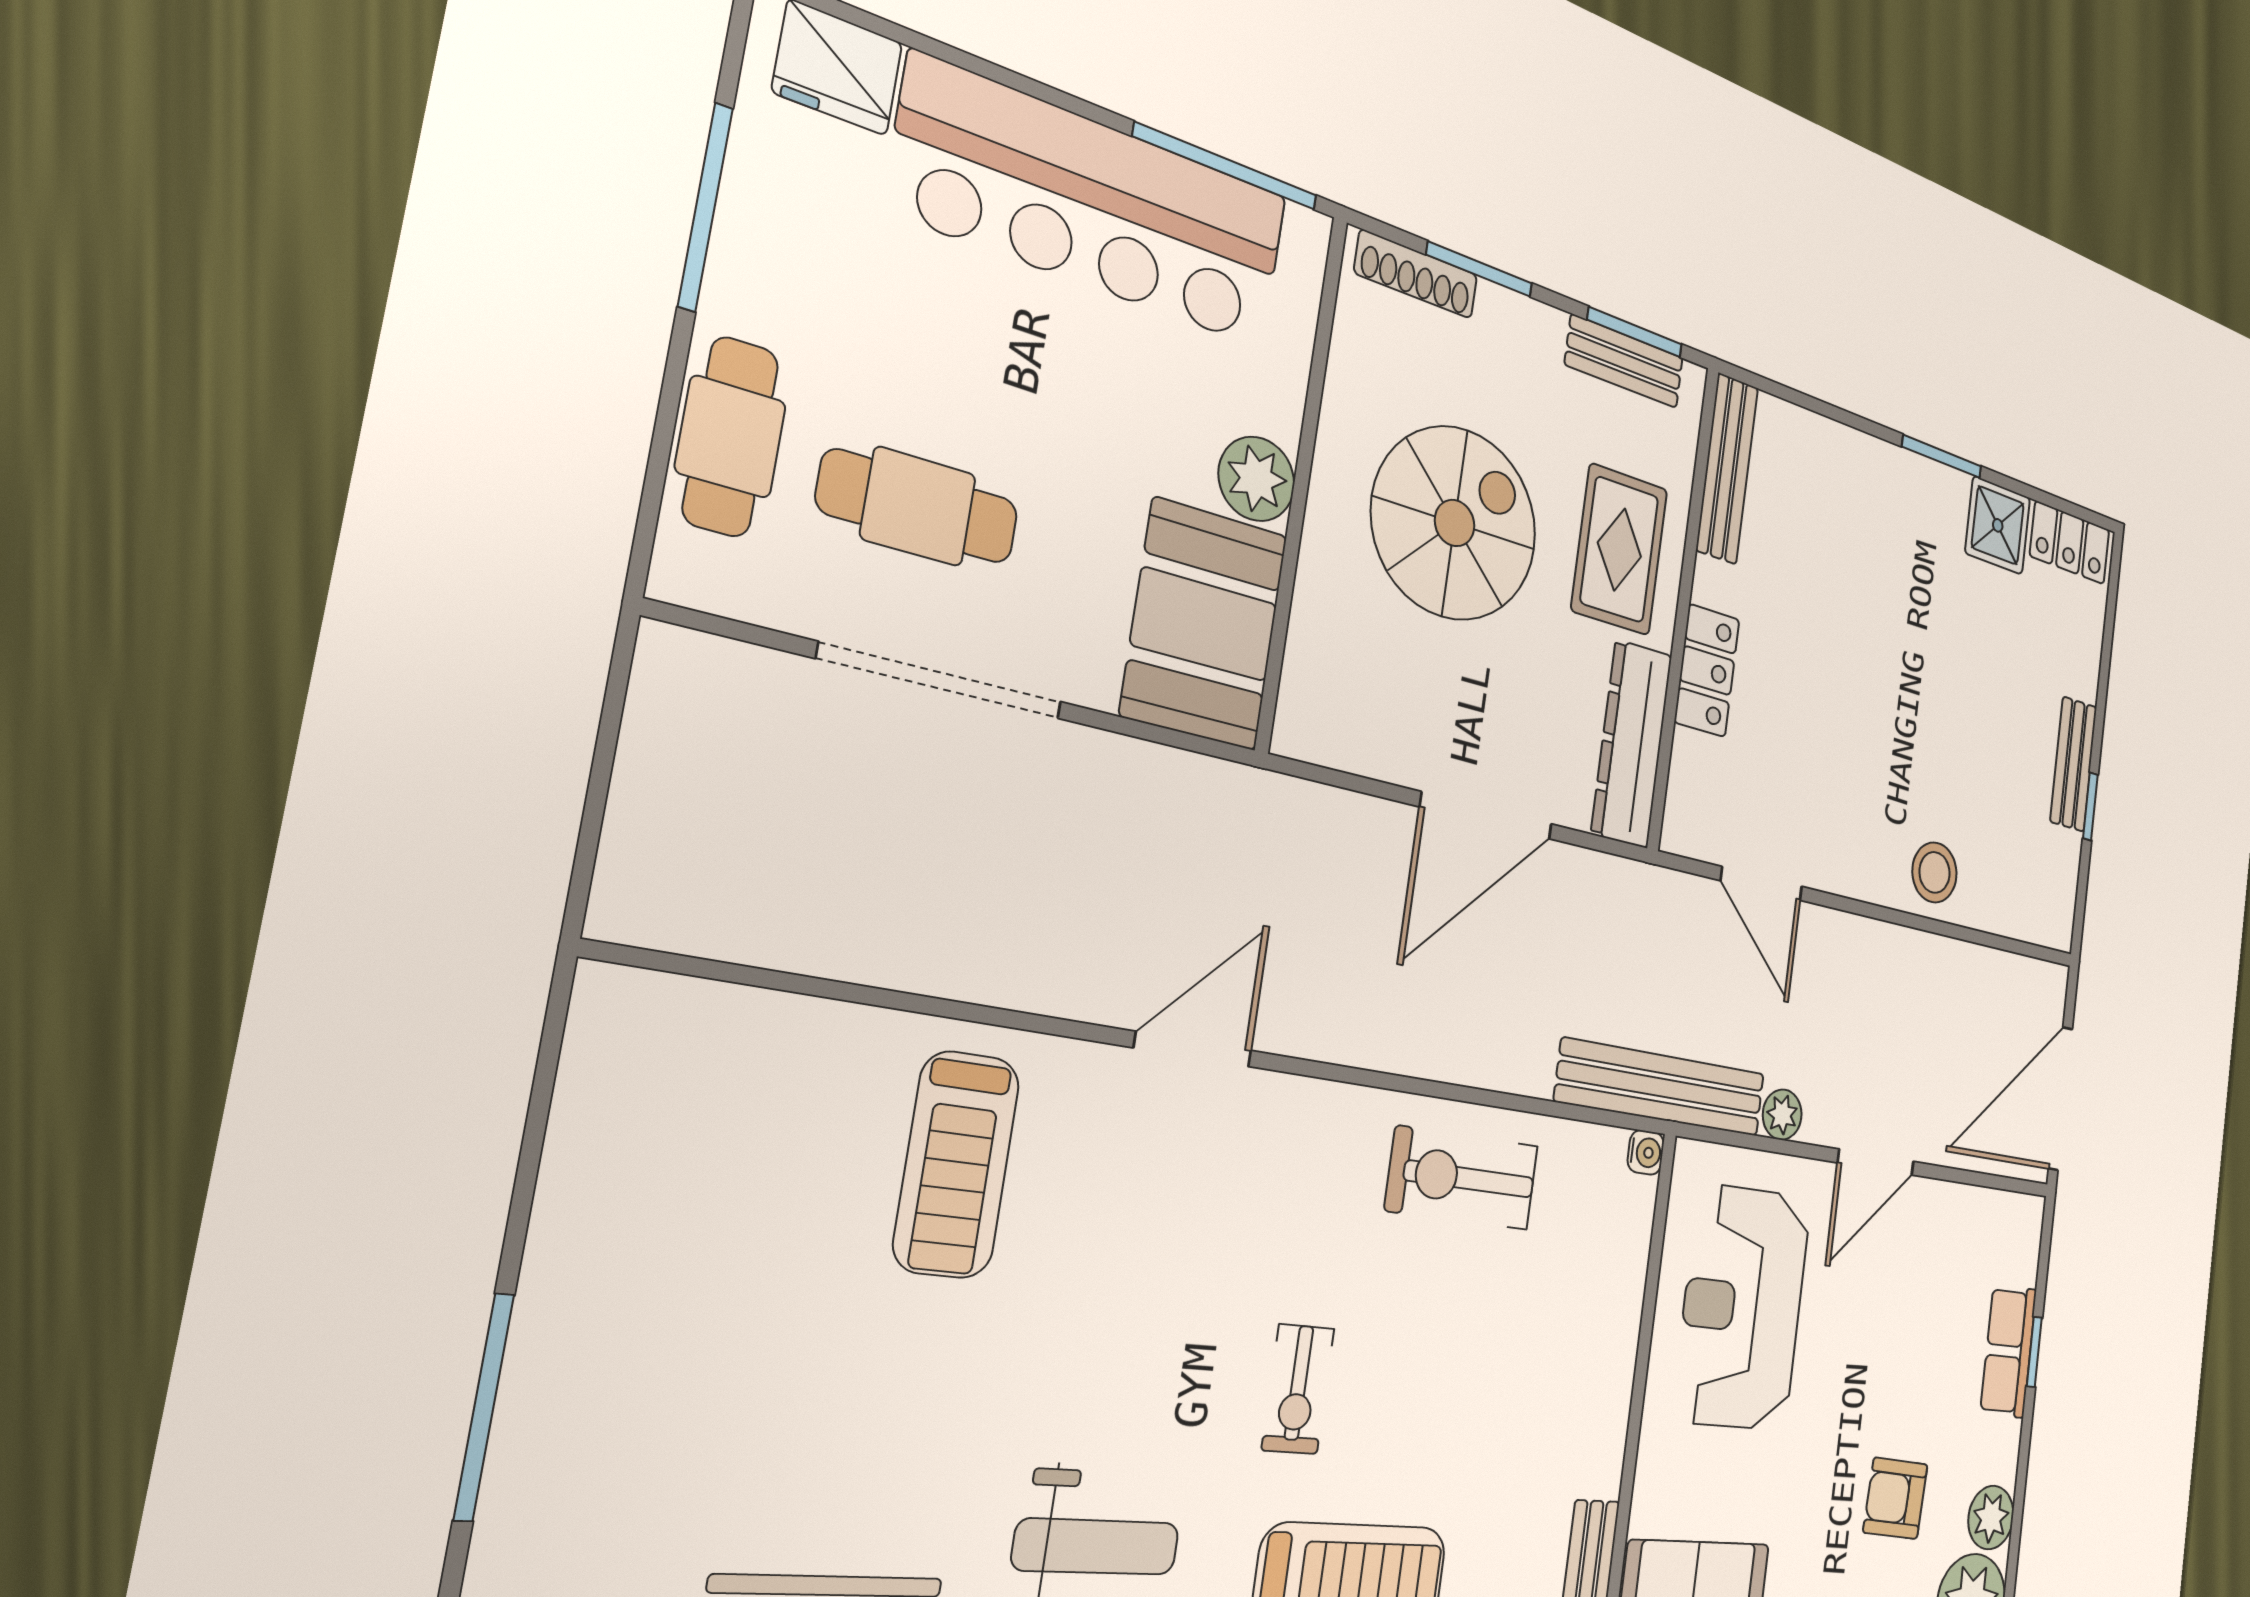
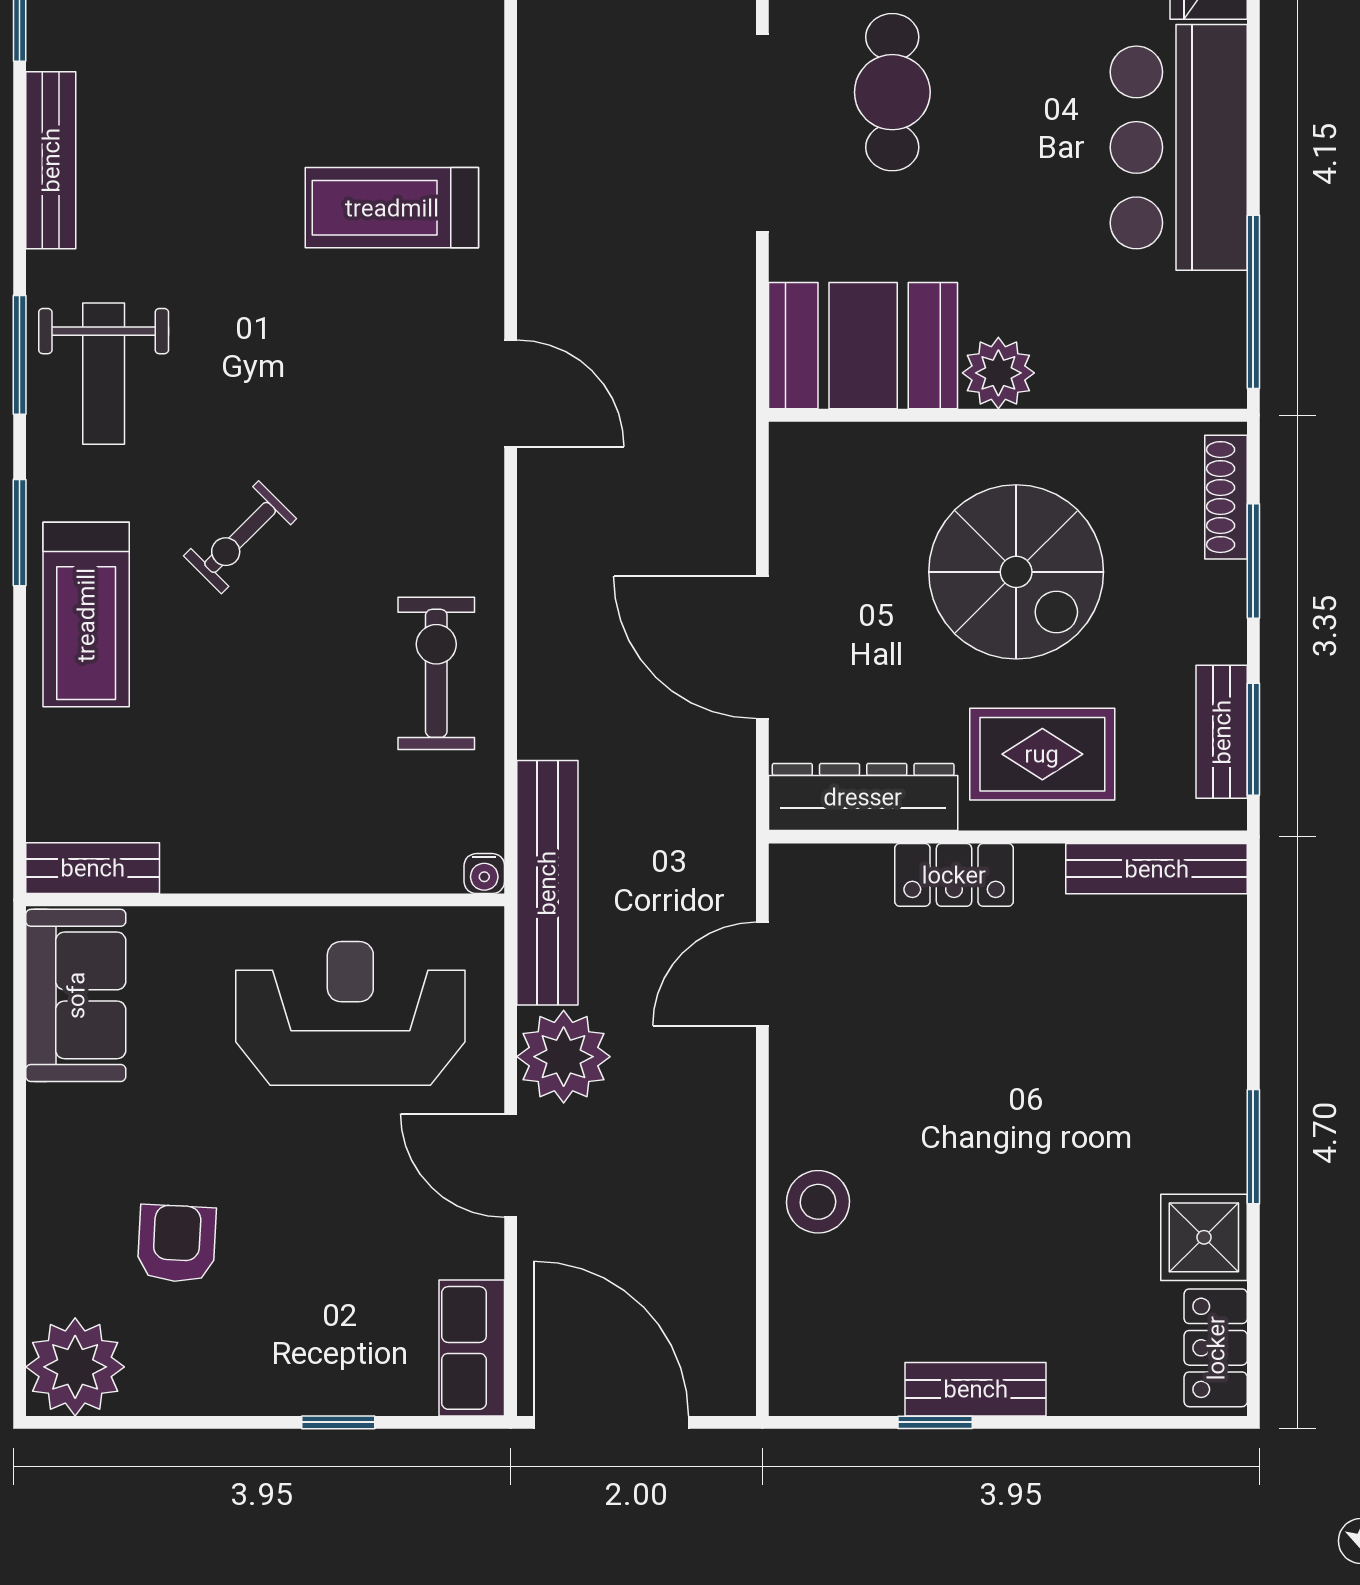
bar counter: (1093, 204) -> (1179, 147), width x0.73
plant: (1782, 1115) -> (564, 1057), width x1.87, depth x1.87
row of seats: (2008, 1351) -> (472, 1348), moved, turned -90
exercise bike: (1298, 1389) -> (240, 537), turned -45
plant: (1991, 1518) -> (162, 1383), removed

